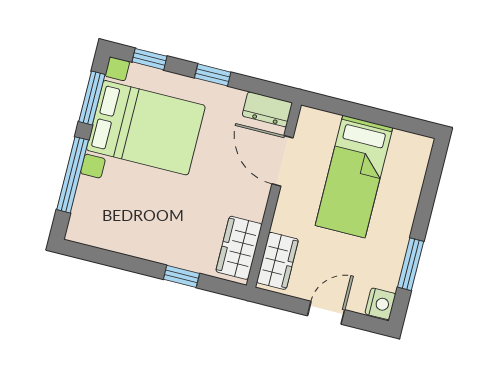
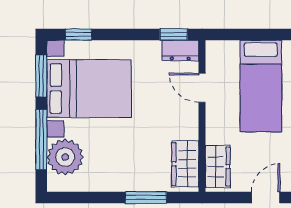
window: (213, 75) -> (174, 34), moved
door: (282, 161) -> (202, 88), width x0.73
plant: (96, 203) -> (65, 157), added
window: (181, 276) -> (146, 197), width x1.50

